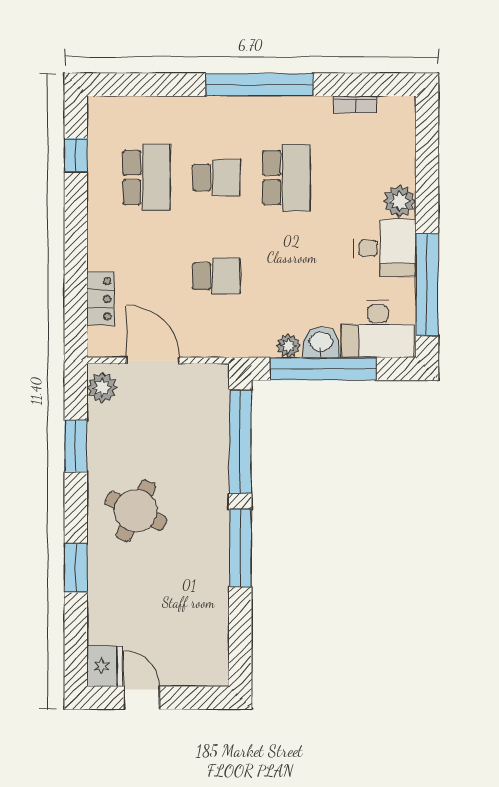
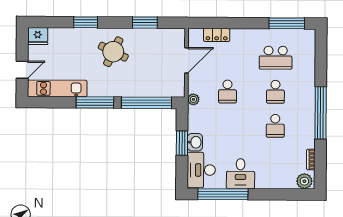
window: (76, 155) -> (287, 23), width x2.17
school desk: (286, 178) -> (275, 126), width x0.54
plant: (400, 201) -> (304, 181), moved
plant: (288, 346) -> (193, 99), moved
window: (323, 369) -> (182, 143), width x0.47
plant: (102, 388) -> (173, 36), removed
kitchen unit: (212, 626) -> (57, 88), added
door: (142, 698) -> (22, 70), moved

